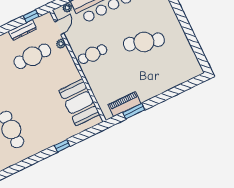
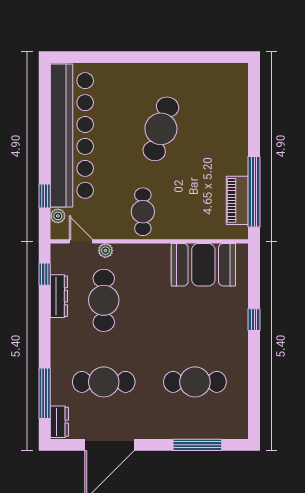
window: (134, 111) -> (254, 192), width x2.11

